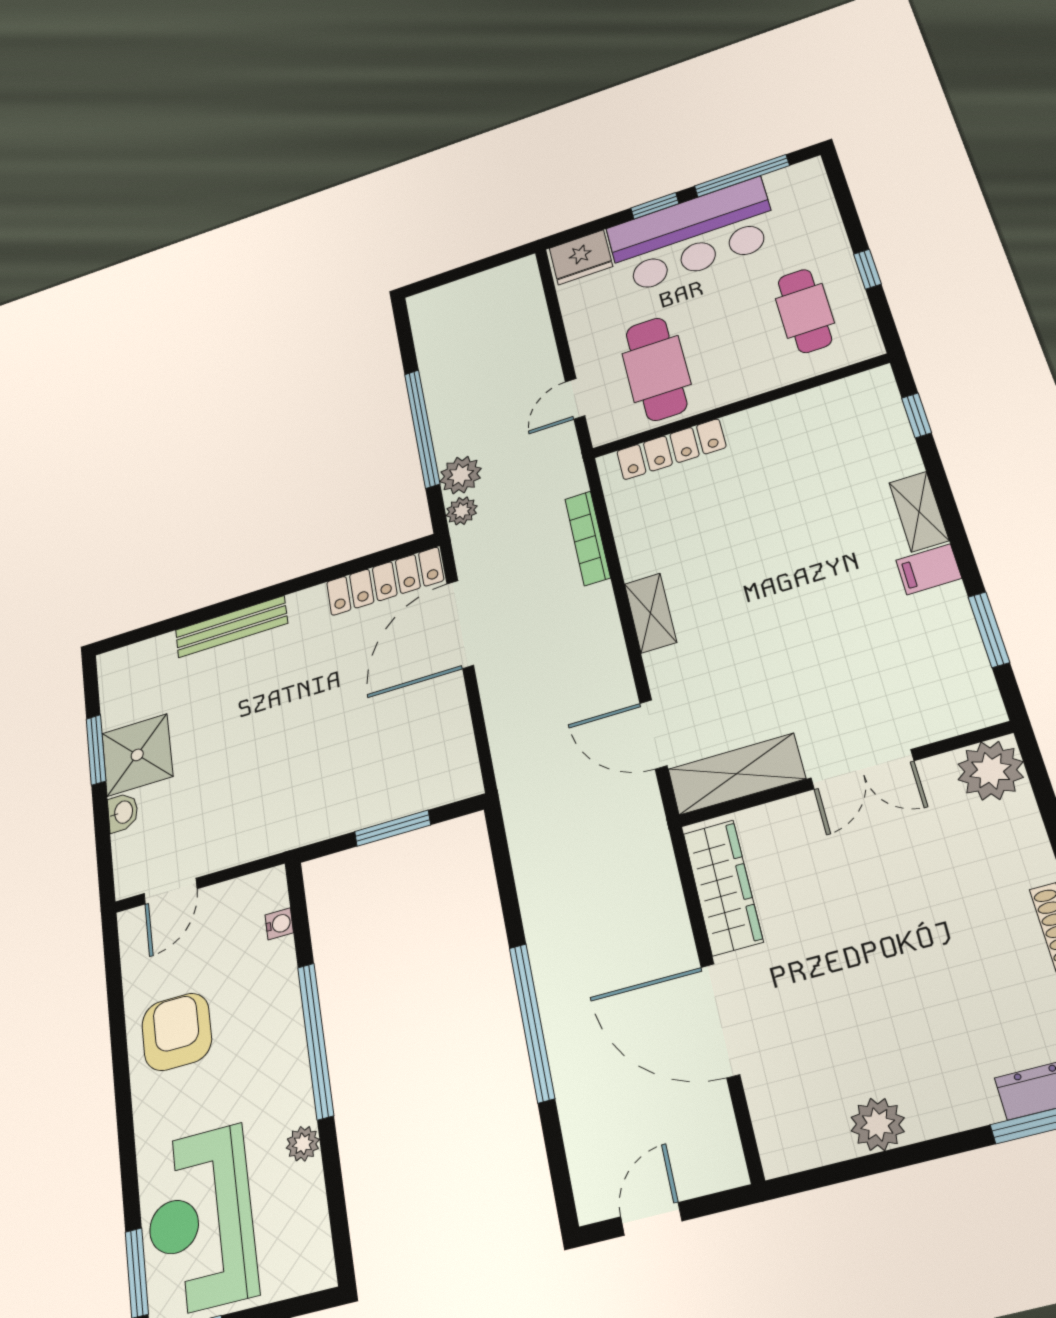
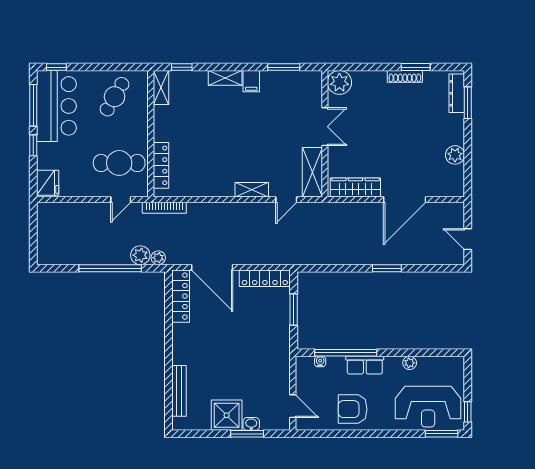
bar counter: (692, 236) -> (56, 106), moved
window: (867, 269) -> (56, 67), moved
cafe table: (805, 311) -> (115, 97), turned -60
shelving: (854, 391) -> (161, 87), added
door: (575, 399) -> (121, 200), hinge flipped
bookcase: (587, 538) -> (164, 208), moved
shelving: (651, 613) -> (252, 190), moved
bench: (231, 627) -> (179, 391), moved
door: (653, 734) -> (286, 200), width x0.73
locker: (455, 743) -> (265, 278), added
window: (96, 750) -> (247, 434), moved
window: (532, 1022) -> (387, 268), width x0.47
row of seats: (284, 1033) -> (365, 365), added
window: (316, 1040) -> (346, 353), moved

